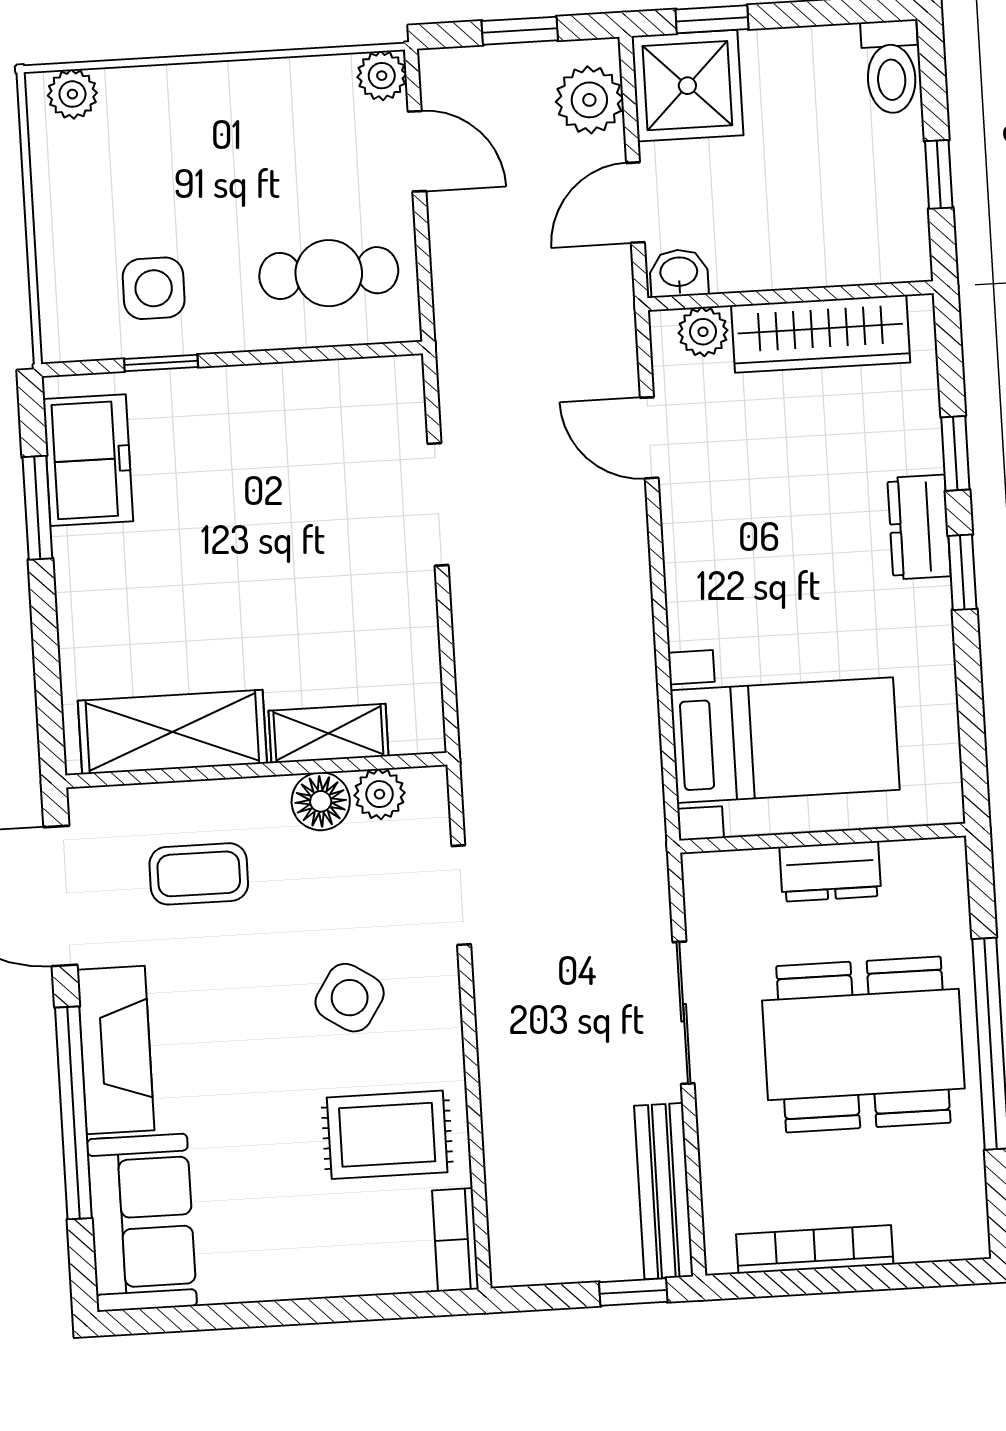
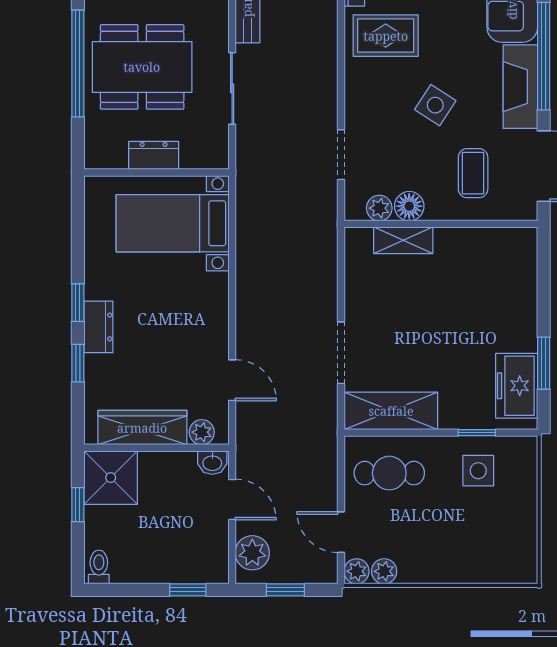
toilet: (891, 67) -> (99, 567), width x0.73, depth x0.72
shower: (687, 86) -> (111, 478), moved
plant: (72, 94) -> (384, 571), moved
door: (635, 203) -> (232, 500), hinge flipped
shelving: (172, 732) -> (391, 411), moved
coffee table: (199, 874) -> (473, 173), turned 90
side table: (350, 998) -> (435, 105), moved

